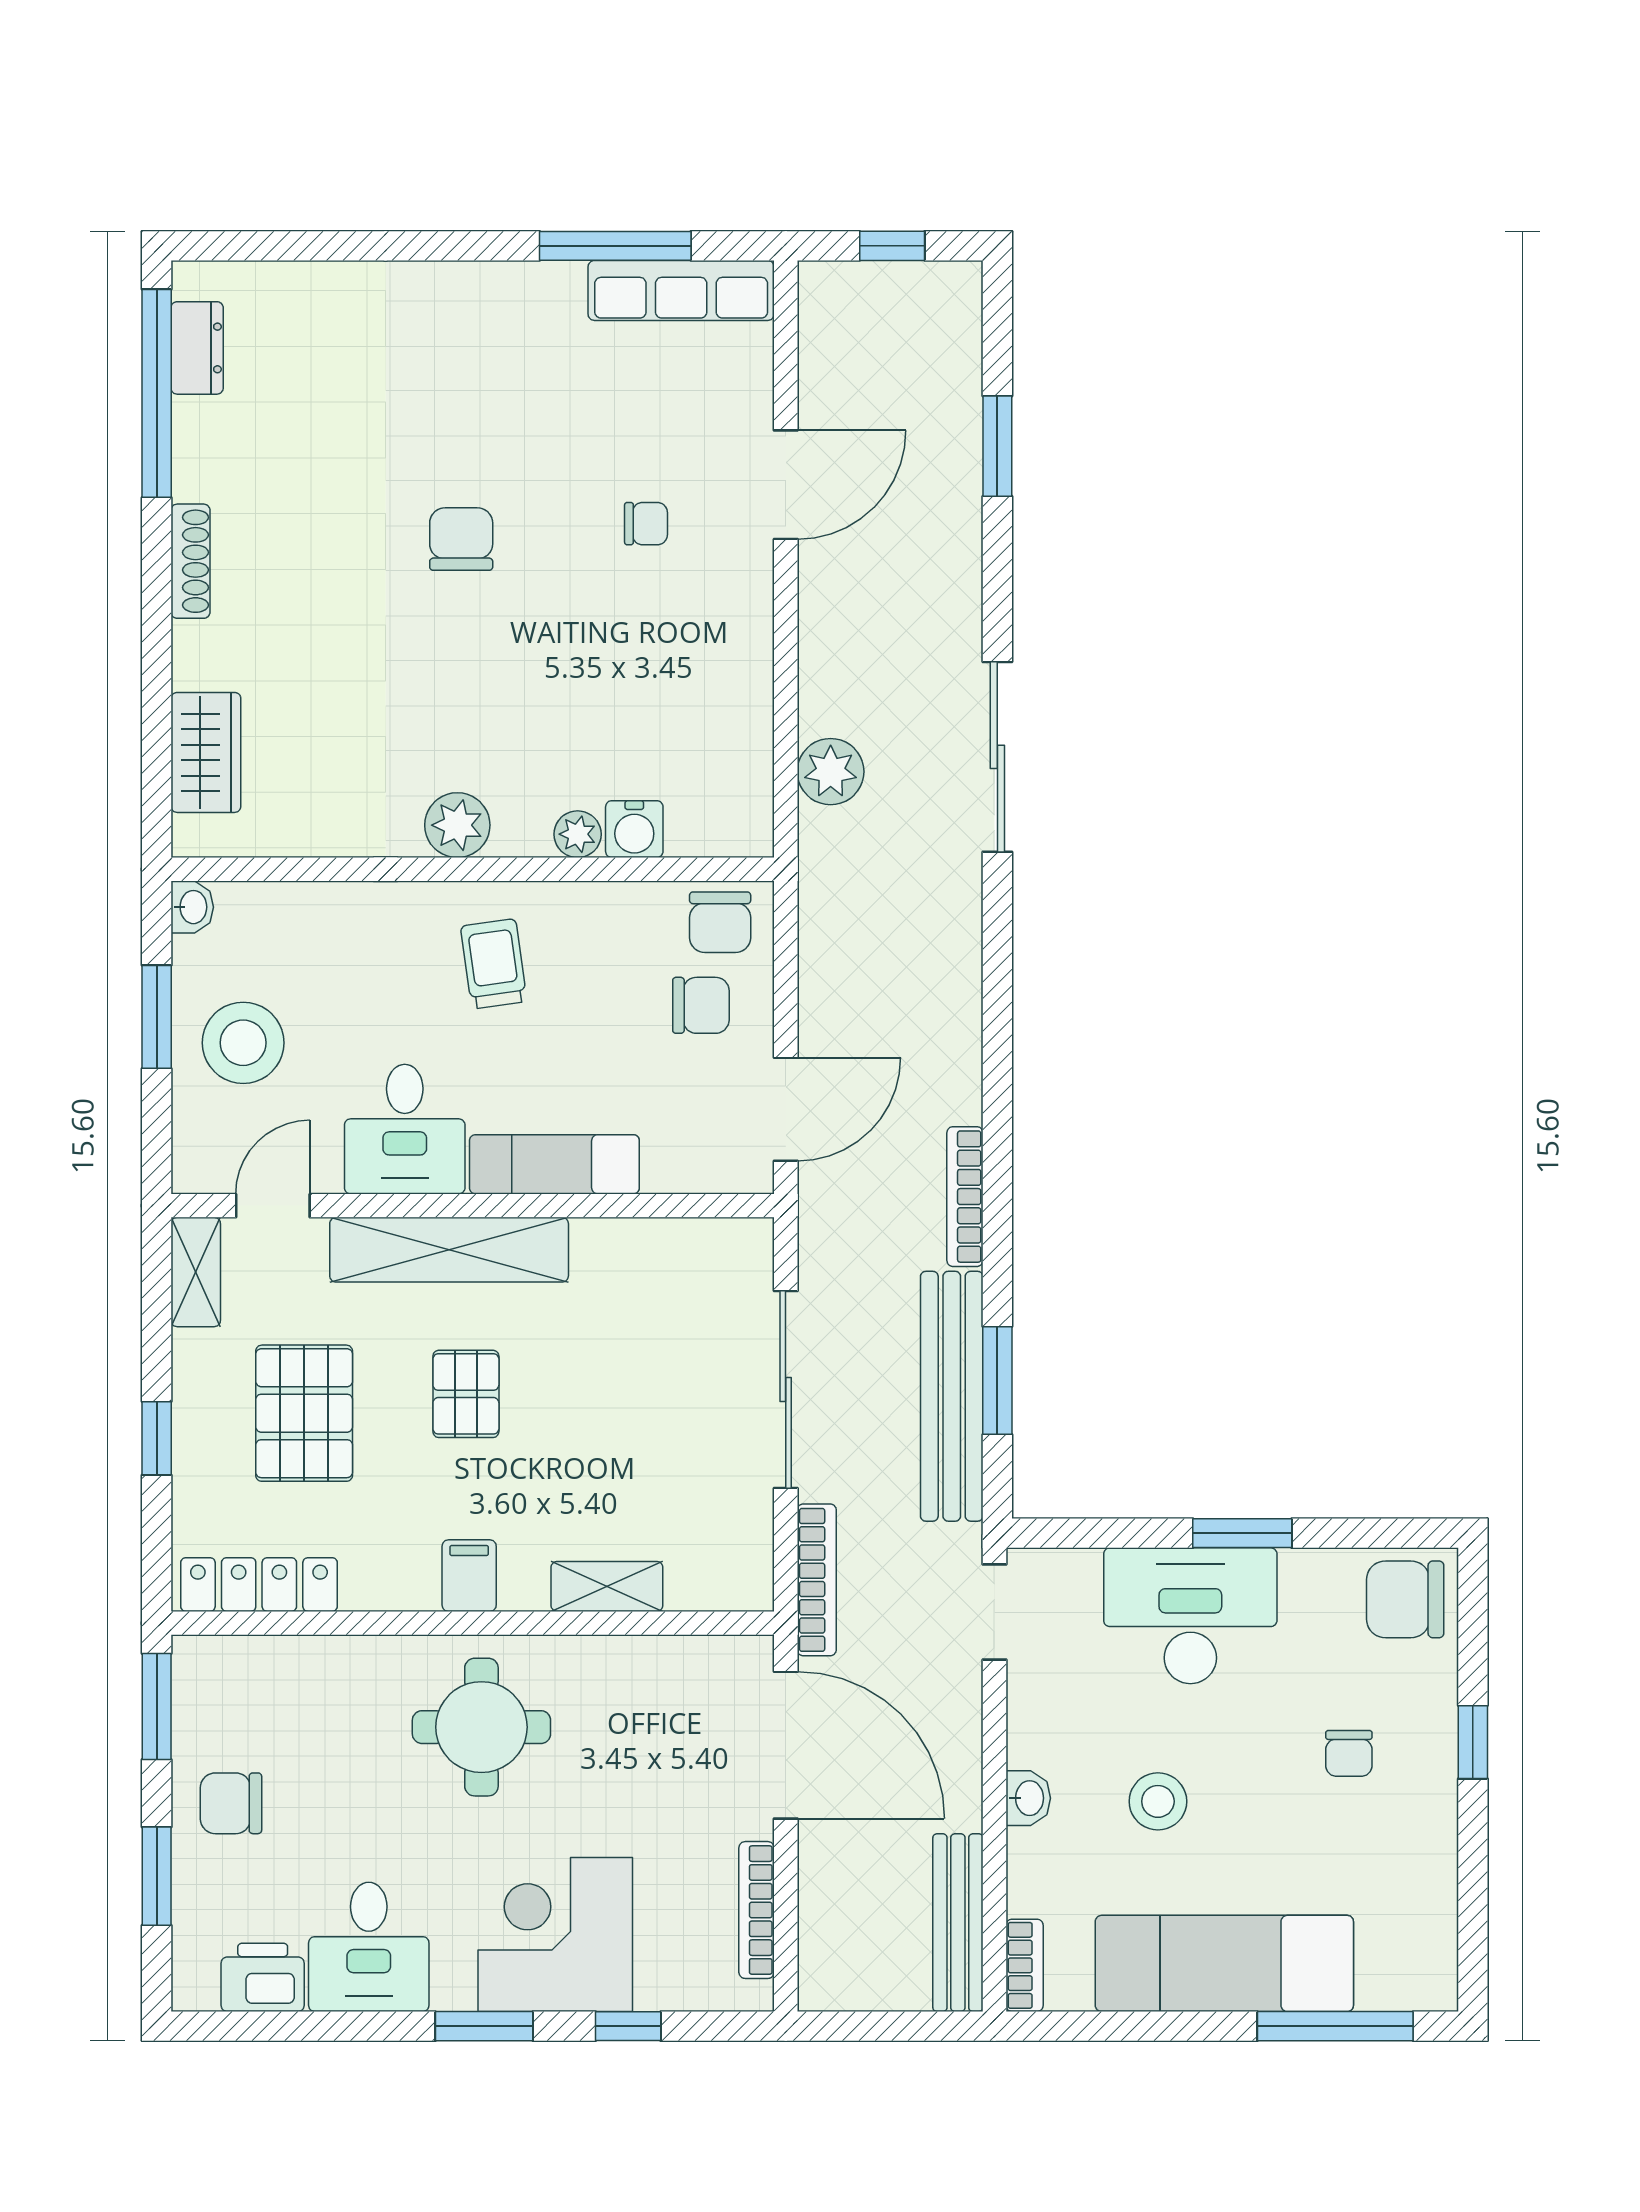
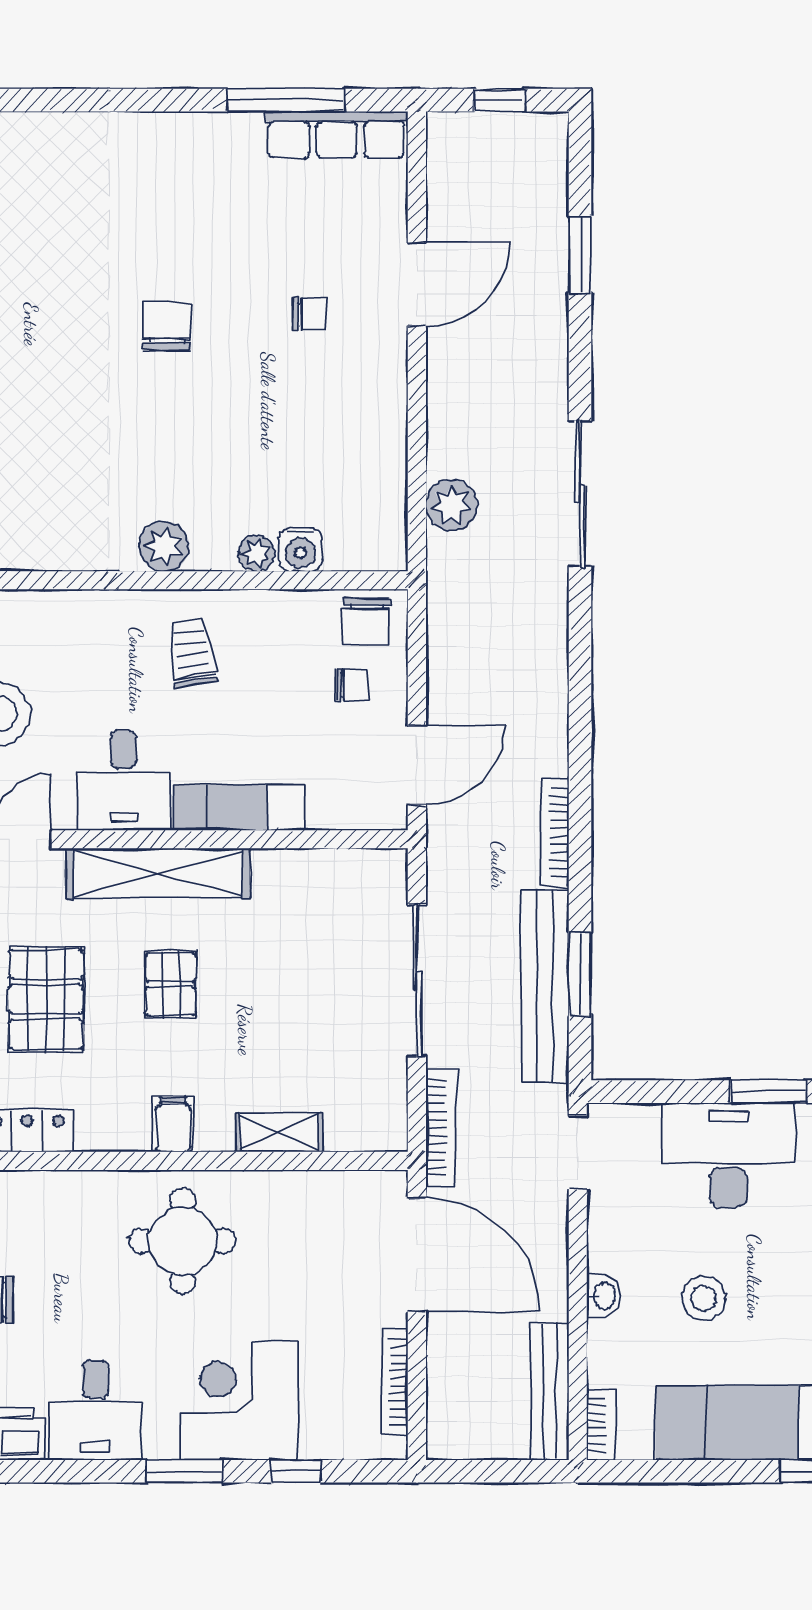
chair: (701, 1005) -> (352, 685), width x0.73, depth x0.73

